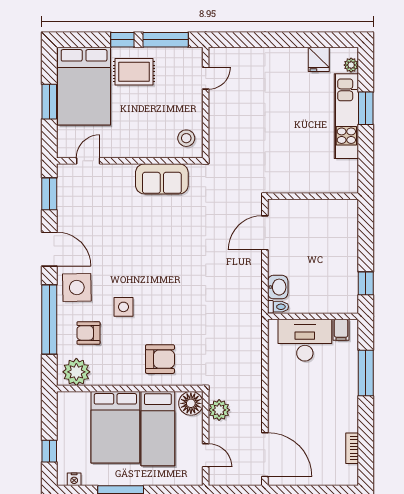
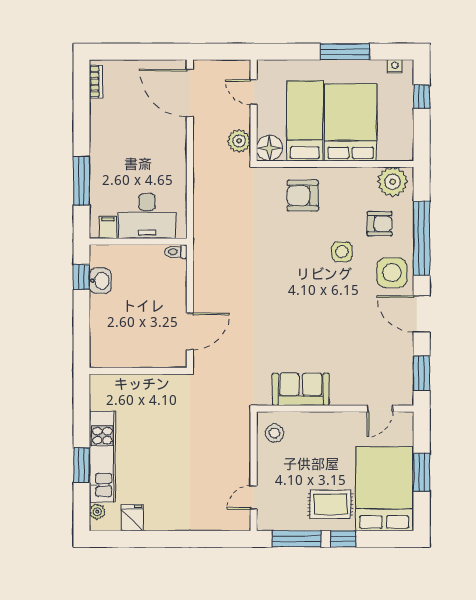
washbasin: (278, 287) -> (100, 281), moved, turned 180
bookcase: (352, 448) -> (96, 82), moved

